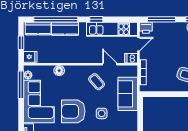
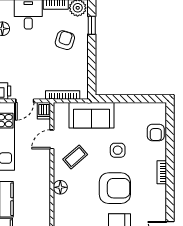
door: (138, 44) -> (25, 101), swing flipped
floor lamp: (59, 71) -> (60, 187), moved
armchair: (73, 111) -> (115, 188), turned -90

